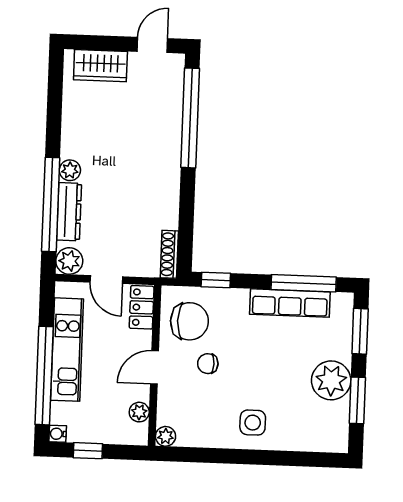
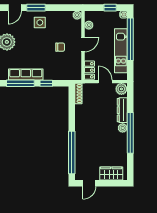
window: (51, 204) -> (130, 133), moved
window: (216, 280) -> (46, 83), moved
chair: (189, 321) -> (69, 65), removed
window: (260, 457) -> (36, 8), added
door: (310, 459) -> (15, 8), added

